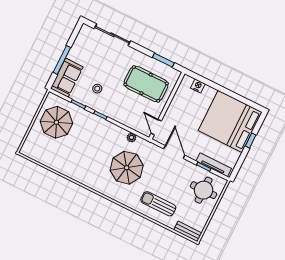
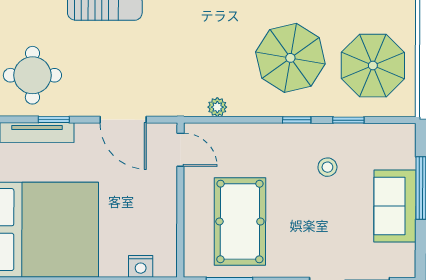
sofa: (67, 78) -> (395, 206), moved
pool table: (146, 84) -> (240, 221), turned 90
parasol: (127, 168) -> (290, 58), moved

